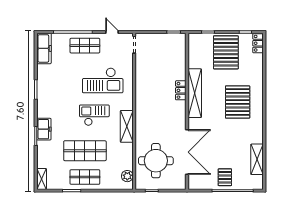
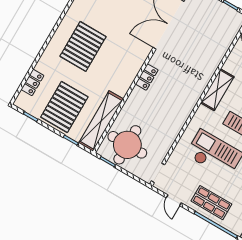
locker: (258, 43) -> (32, 82), moved
locker: (181, 90) -> (147, 77), moved
shelving: (195, 93) -> (101, 121), moved
round table: (156, 161) -> (127, 145), moved

